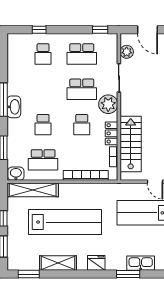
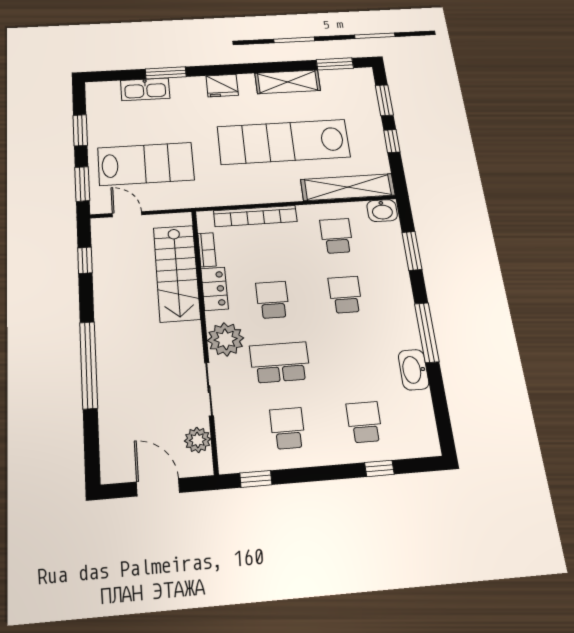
school desk: (82, 54) -> (288, 428), width x0.54
washbasin: (14, 107) -> (414, 370), moved
school desk: (43, 160) -> (336, 236), width x0.54

